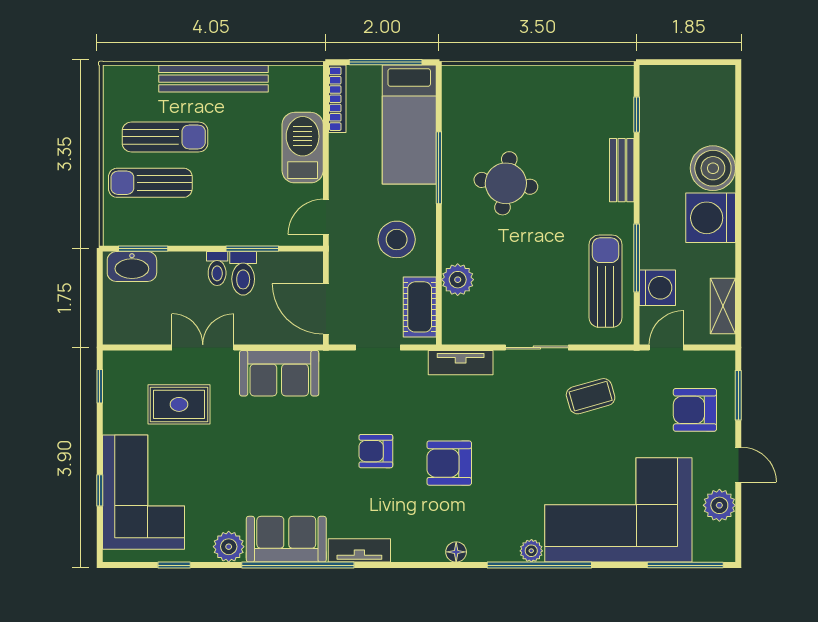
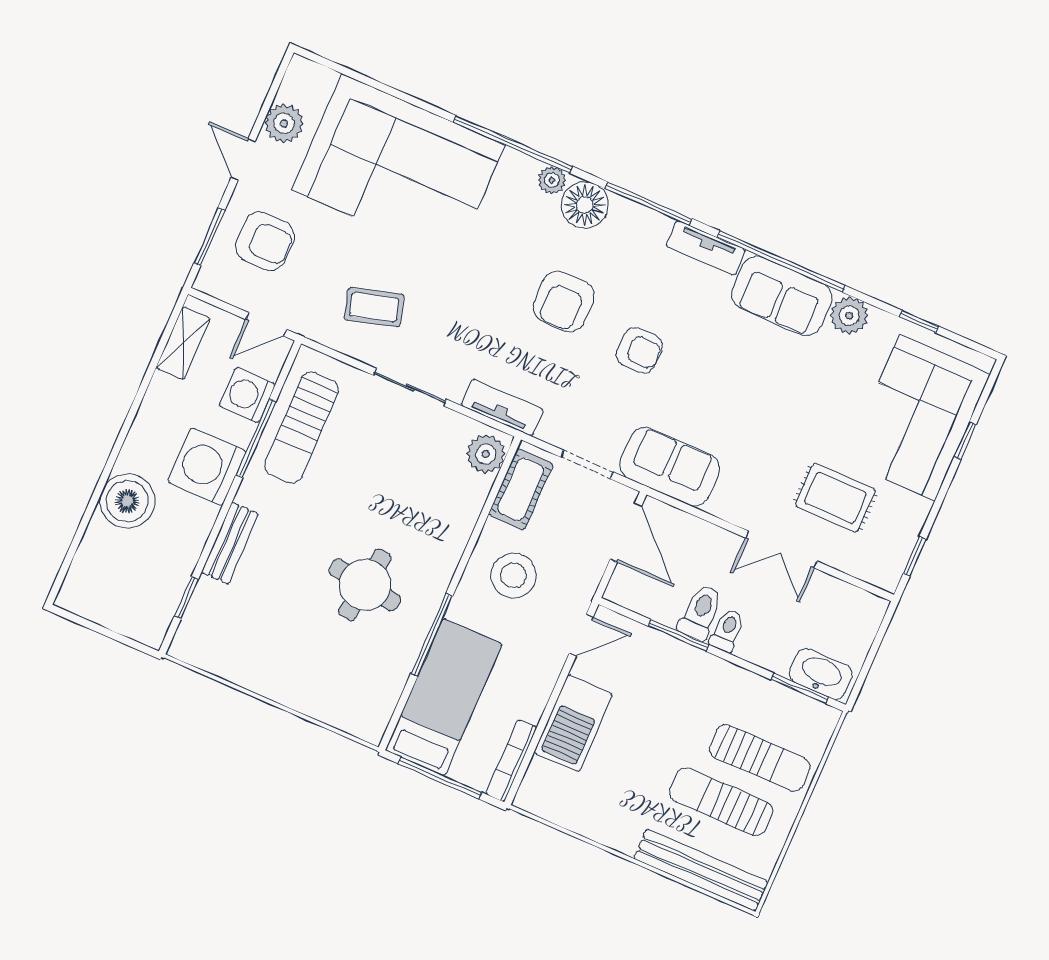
bench: (214, 79) -> (701, 870), moved
washing machine: (711, 218) -> (207, 467), moved, turned 180
plant: (458, 280) -> (486, 454), moved
sofa: (279, 373) -> (670, 467), moved
armchair: (449, 463) -> (564, 301), turned 90
plant: (531, 551) -> (552, 180), moved
floor lamp: (456, 552) -> (585, 205), width x1.89, depth x1.89
window: (685, 565) -> (648, 204), moved

